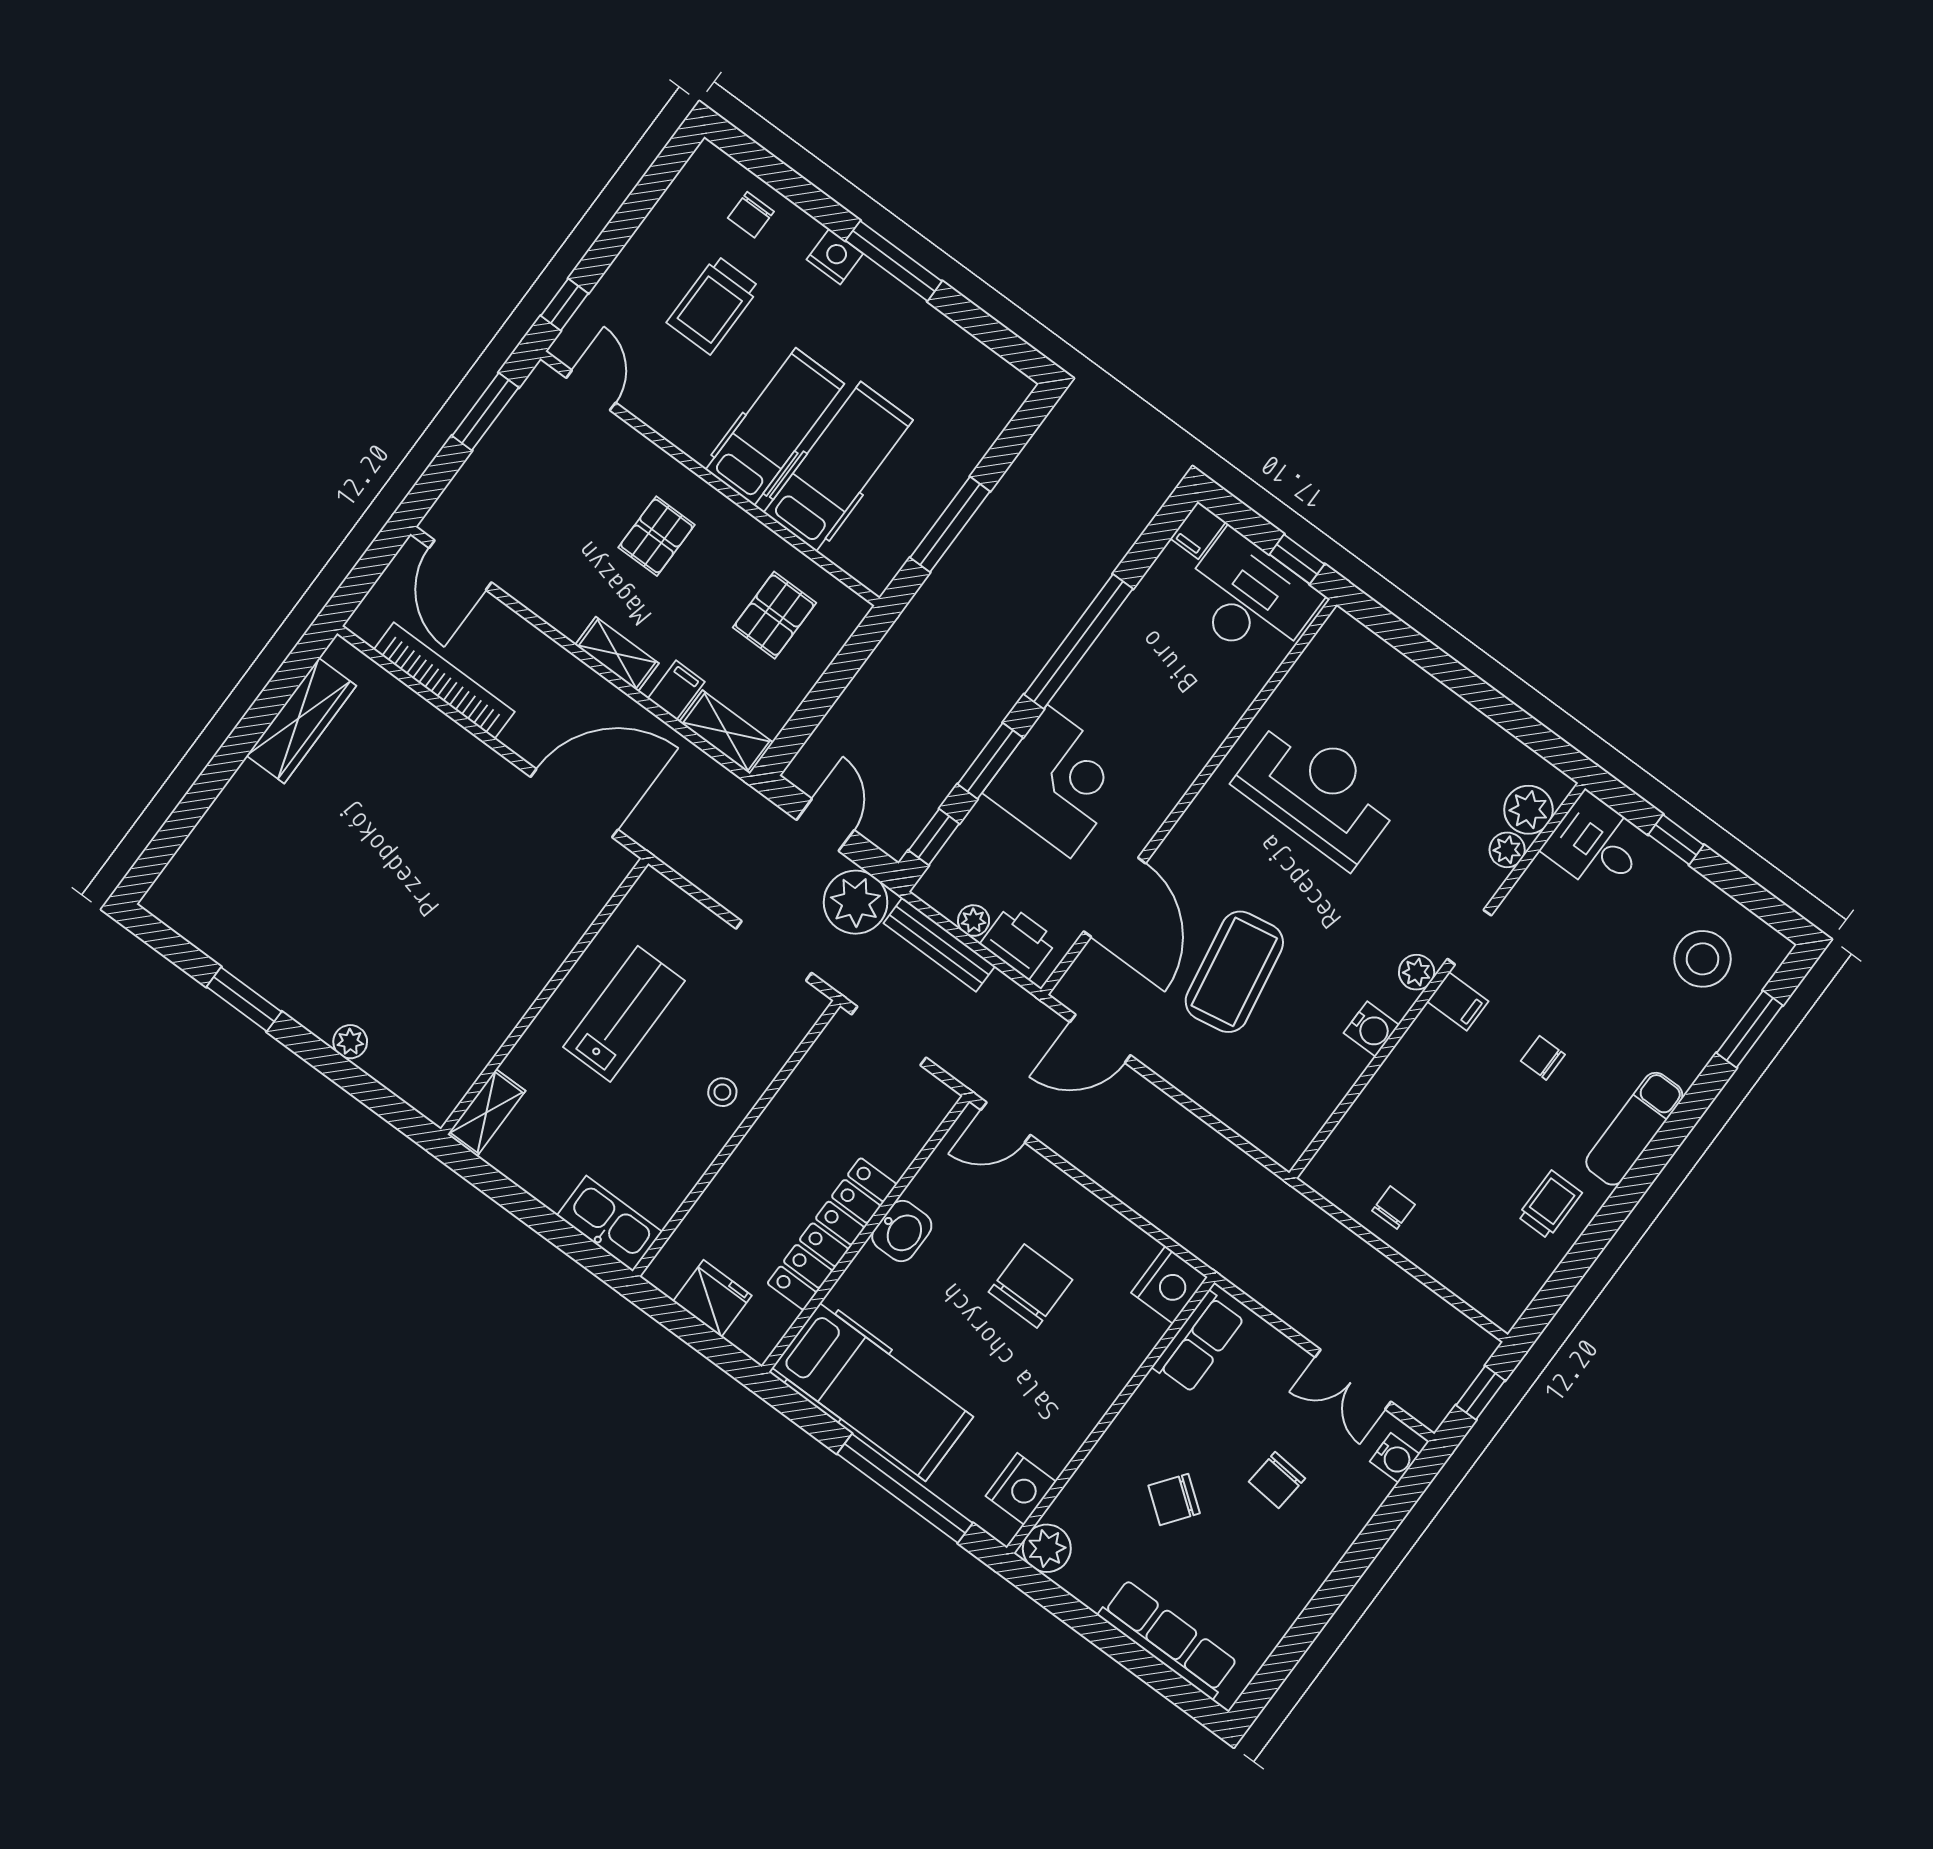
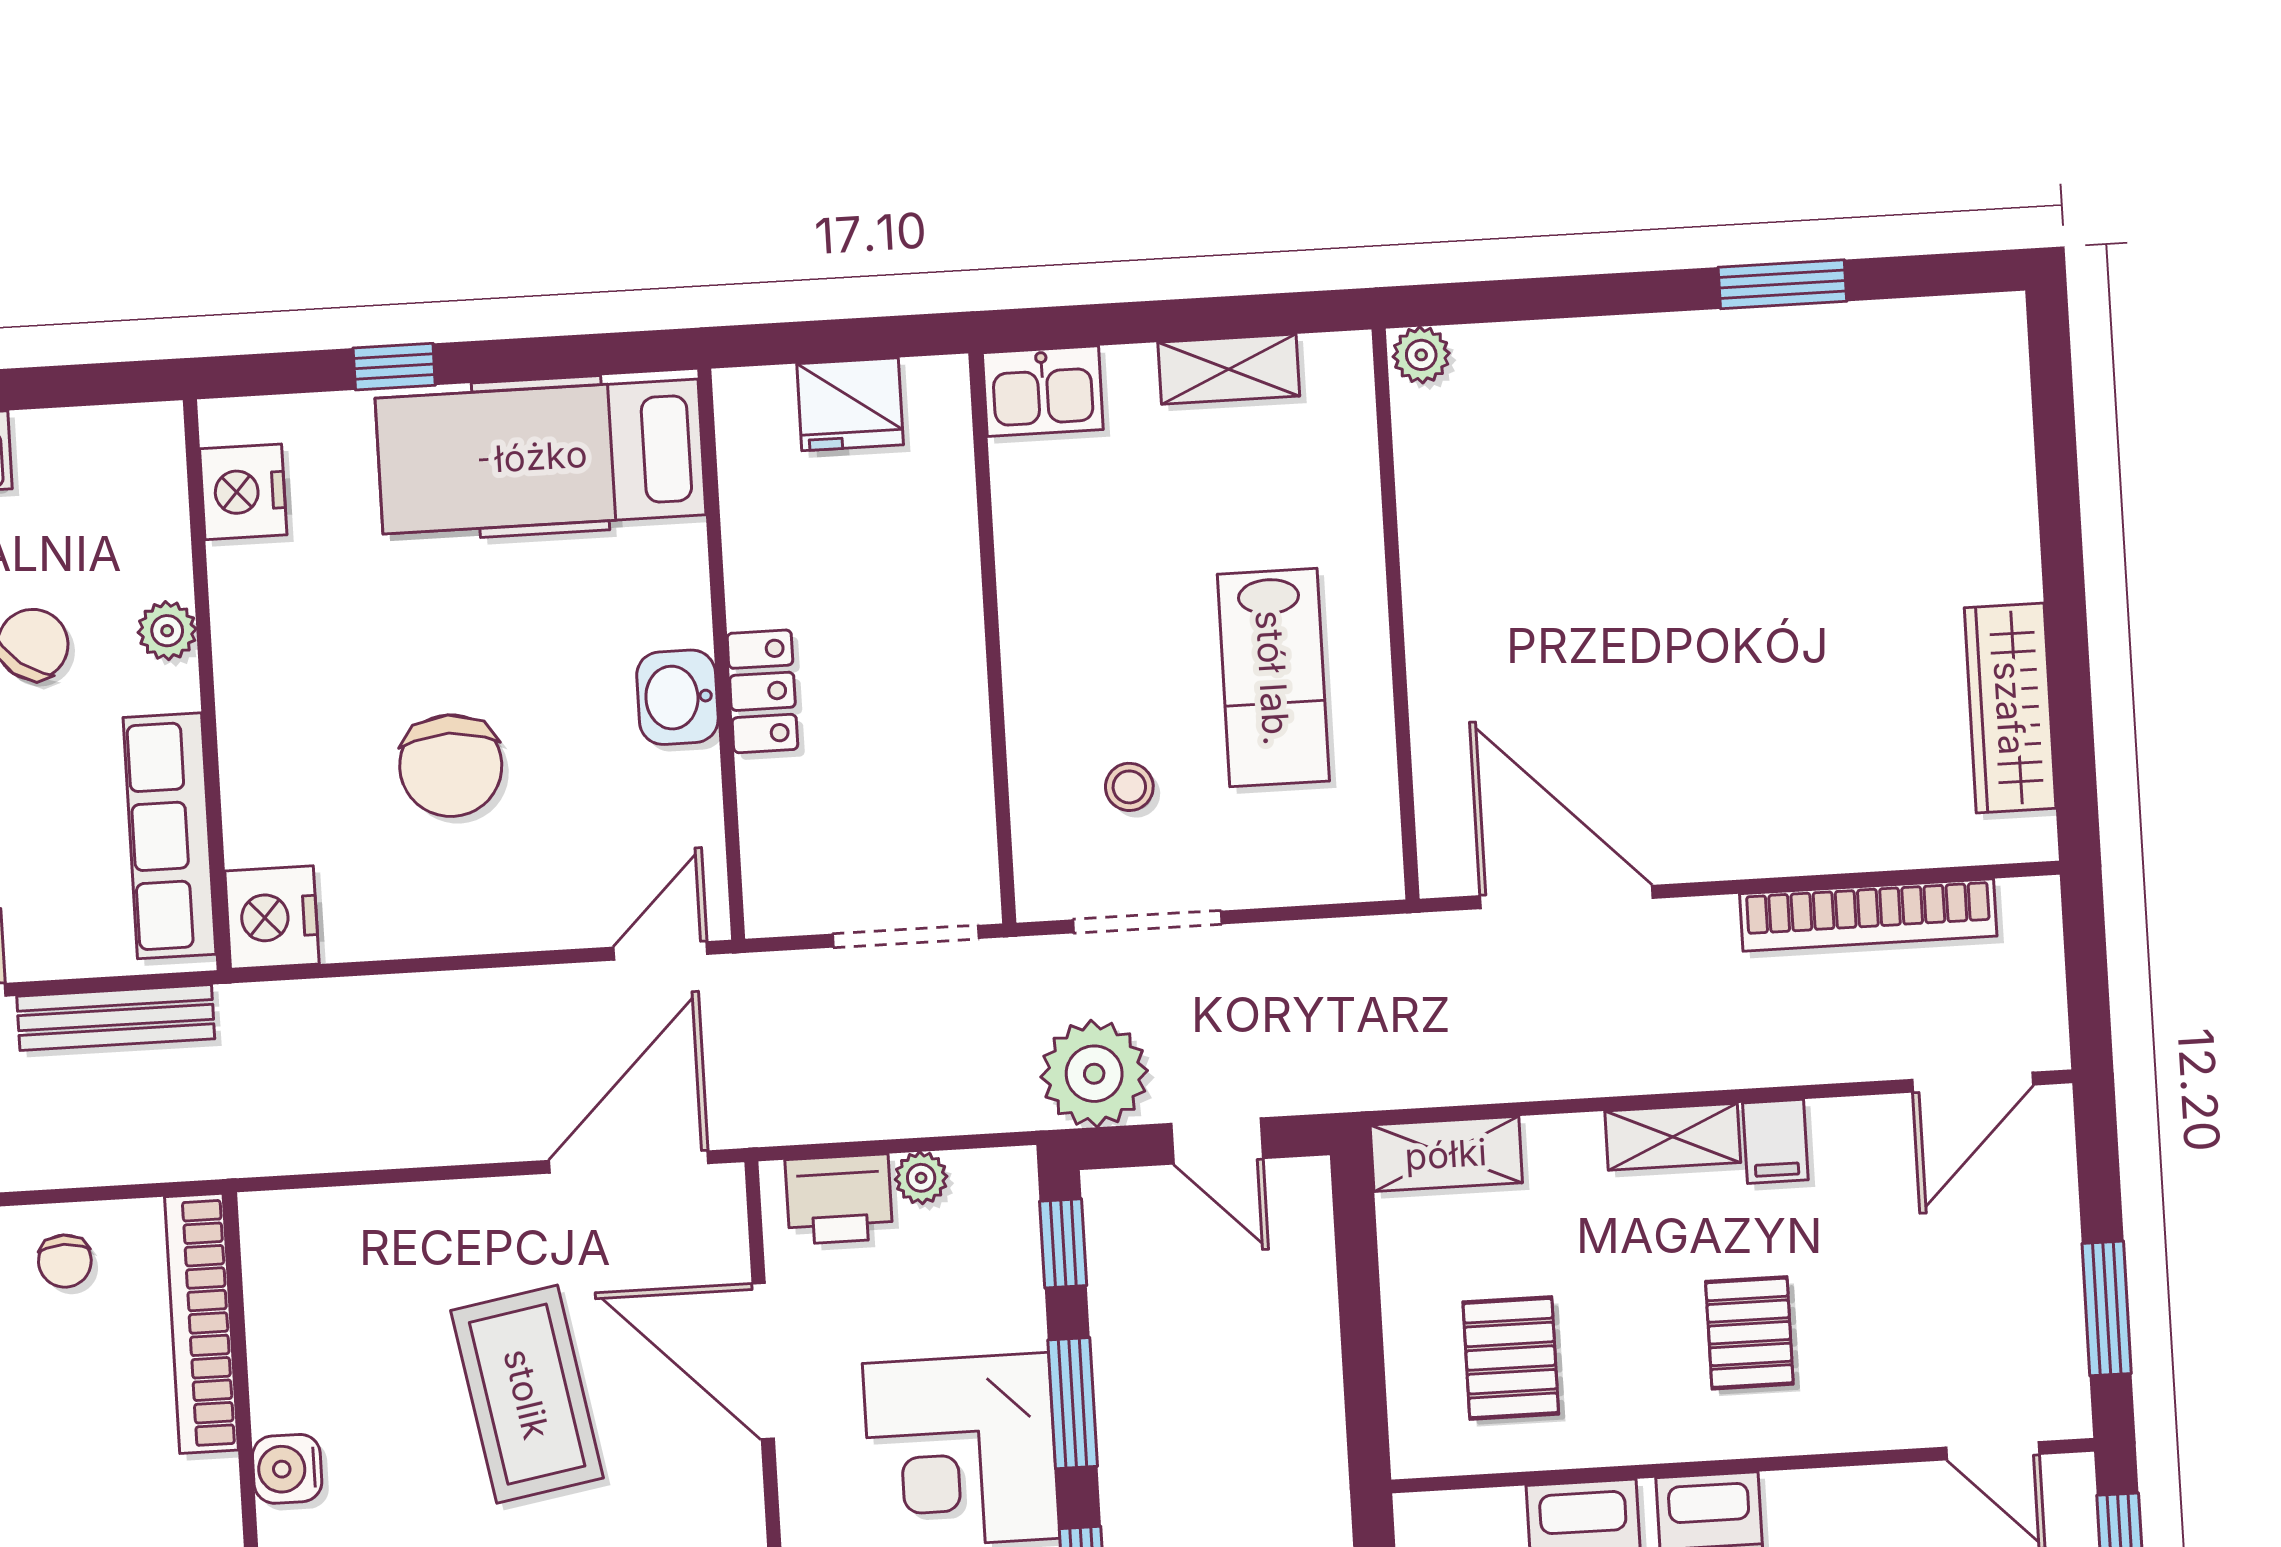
door: (460, 565) -> (1973, 1082), swing flipped
filing cabinet: (676, 690) -> (1775, 1141), moved
door: (574, 803) -> (1566, 897), swing flipped
bench: (939, 945) -> (116, 1017), moved
door: (1100, 1039) -> (629, 1162), width x1.36
plant: (350, 1042) -> (1421, 355), moved
stool: (722, 1092) -> (1129, 787), moved
shelving: (486, 1113) -> (1229, 369), moved, turned 90
bookcase: (1355, 1127) -> (201, 1323), added
kitchen sink: (610, 1224) -> (1043, 391), width x0.73
locker: (832, 1234) -> (762, 691), width x0.46, depth x0.83
row of seats: (1199, 1342) -> (169, 836), width x1.48
window: (905, 1488) -> (394, 367), width x0.32
plant: (1047, 1548) -> (167, 631), moved, width x0.73, depth x0.73

